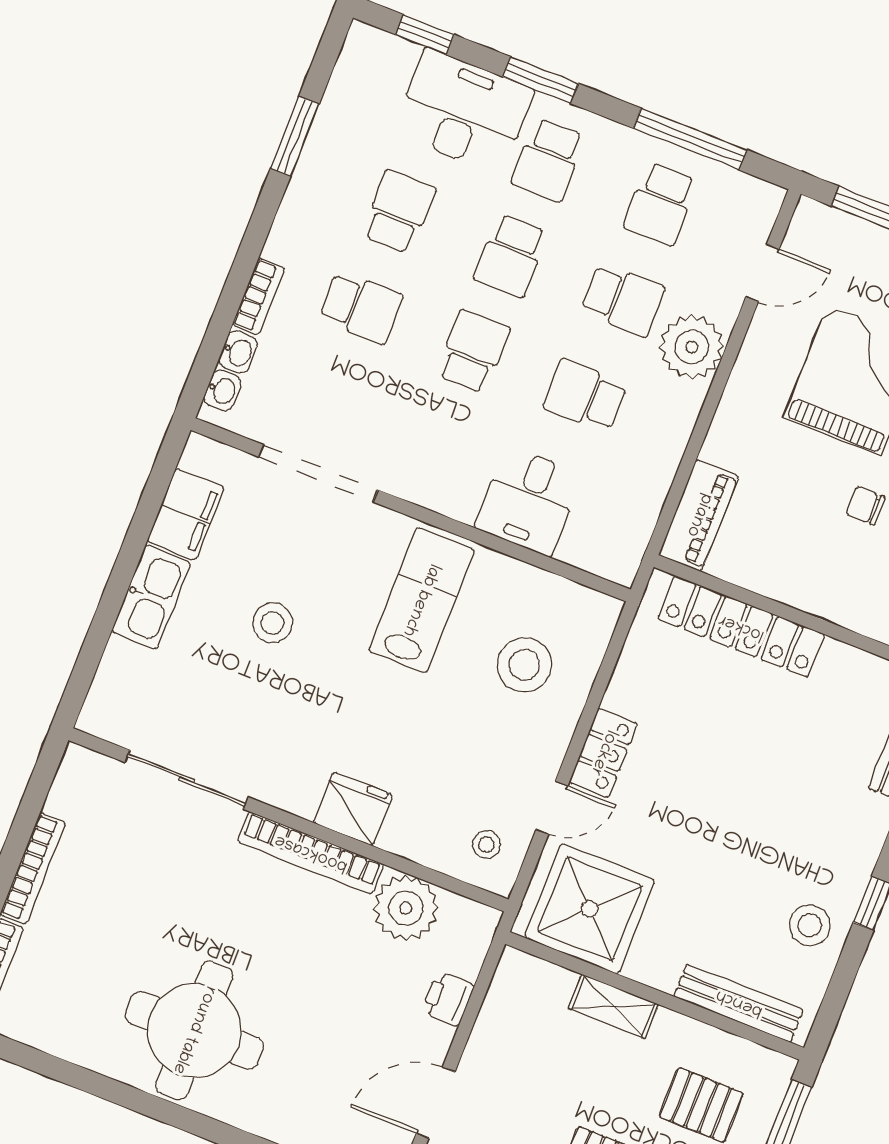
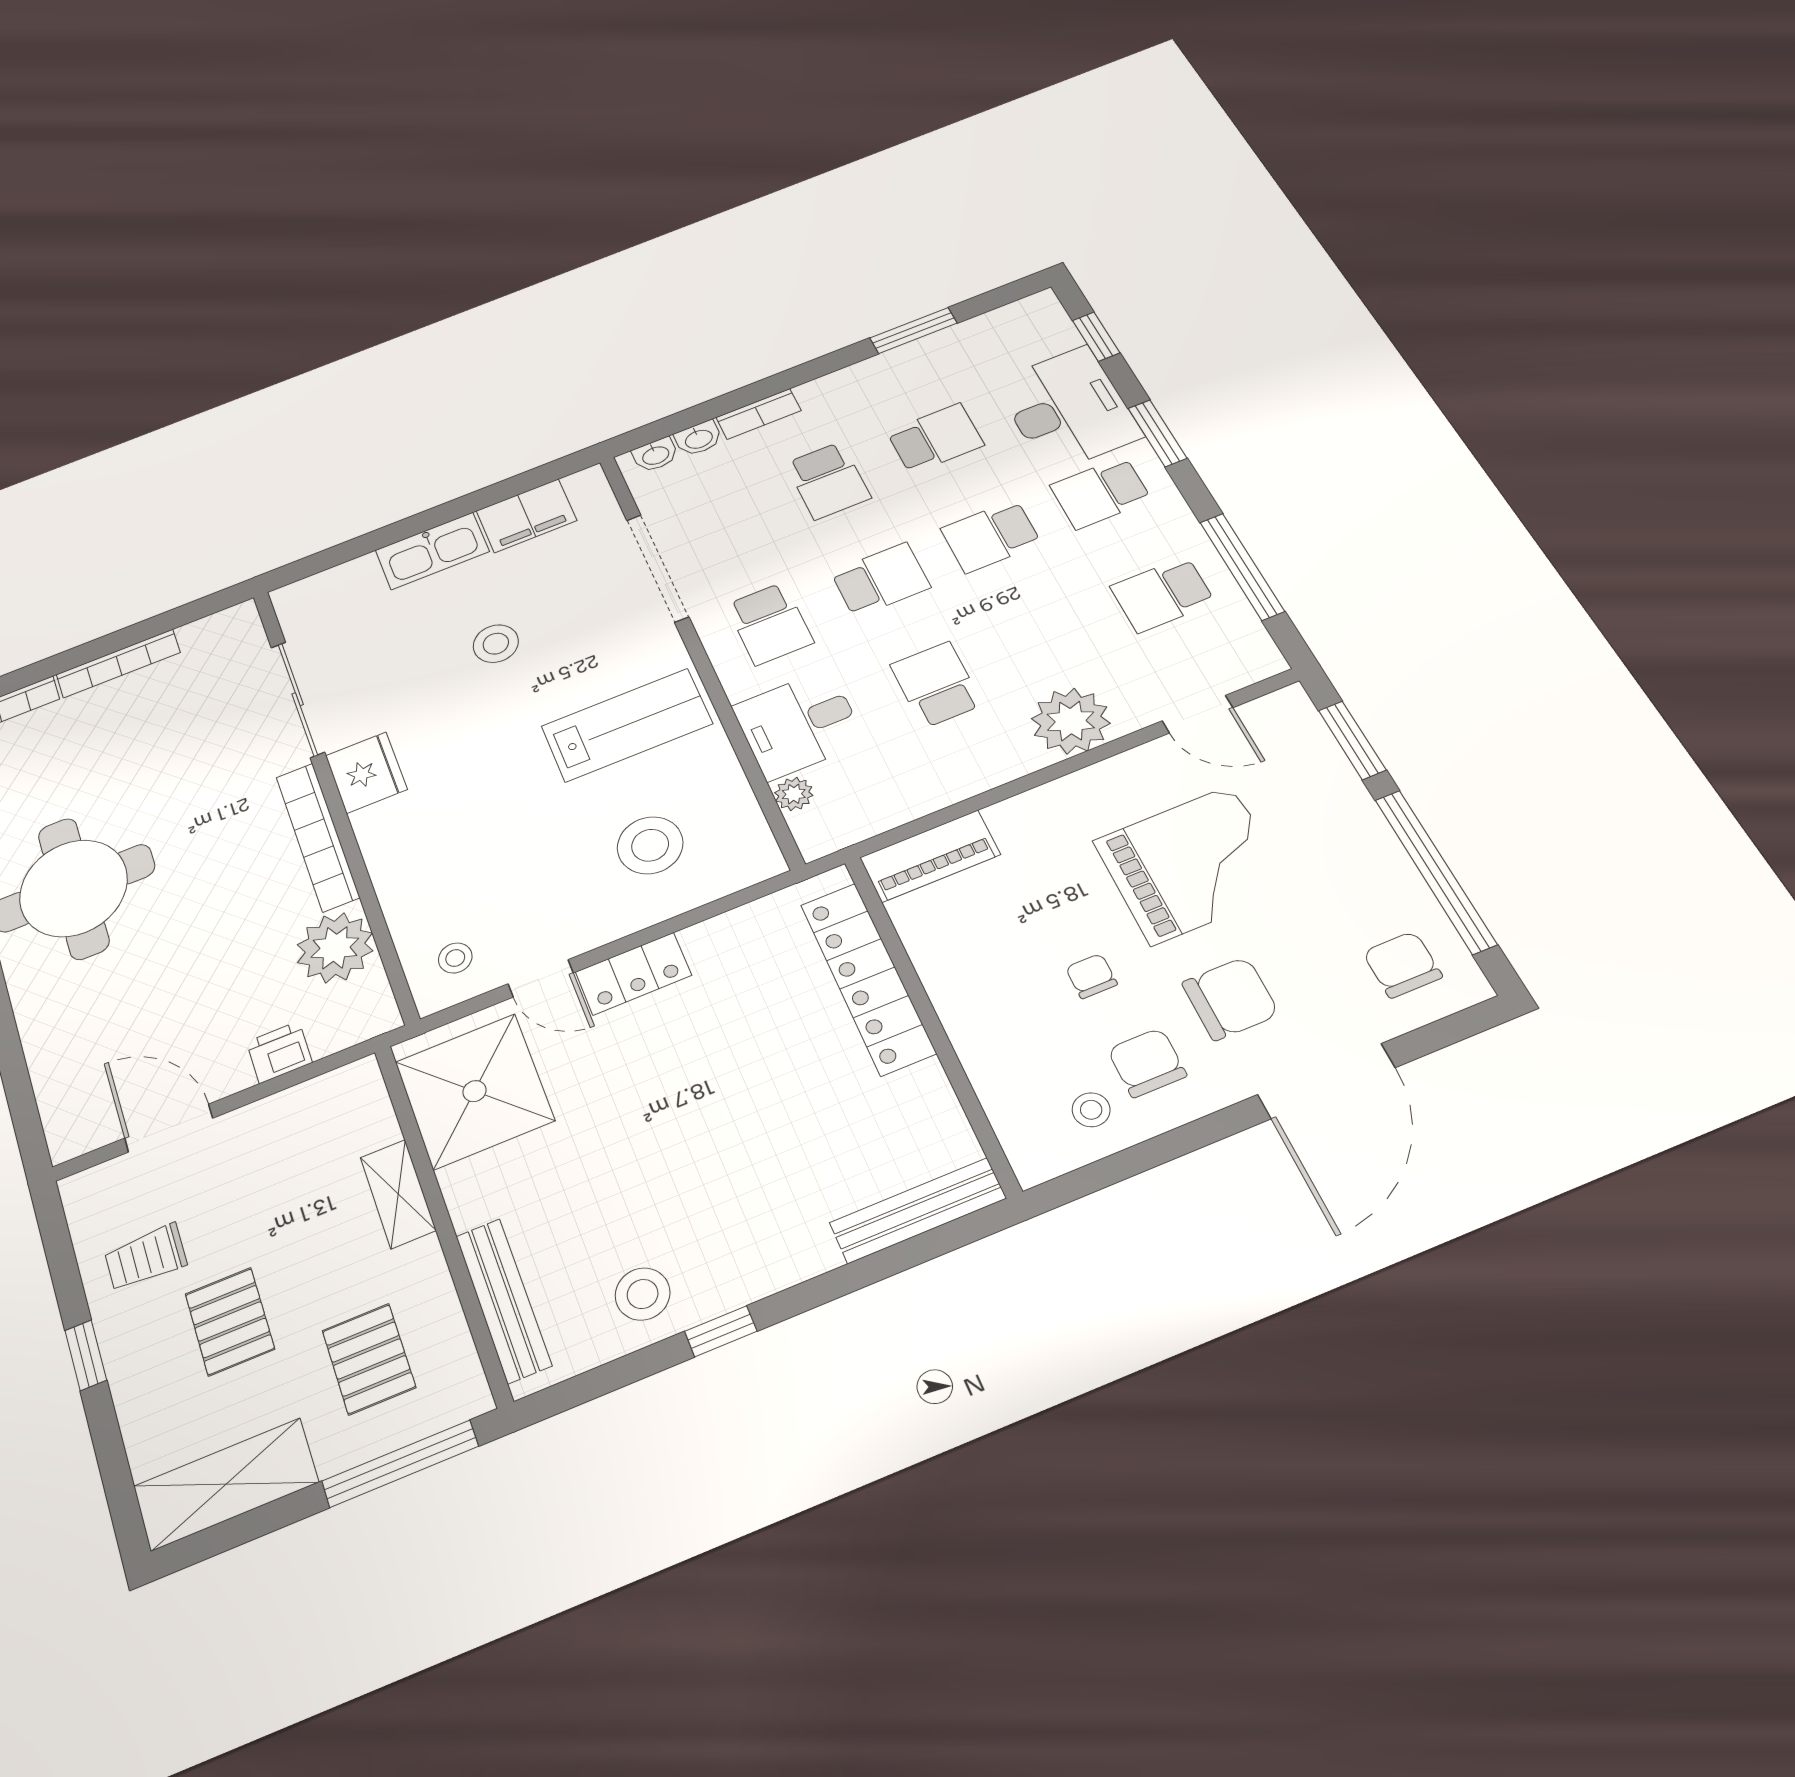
school desk: (623, 300) -> (770, 624), moved
plant: (575, 550) -> (794, 794), added
fridge: (353, 809) -> (366, 773), moved

